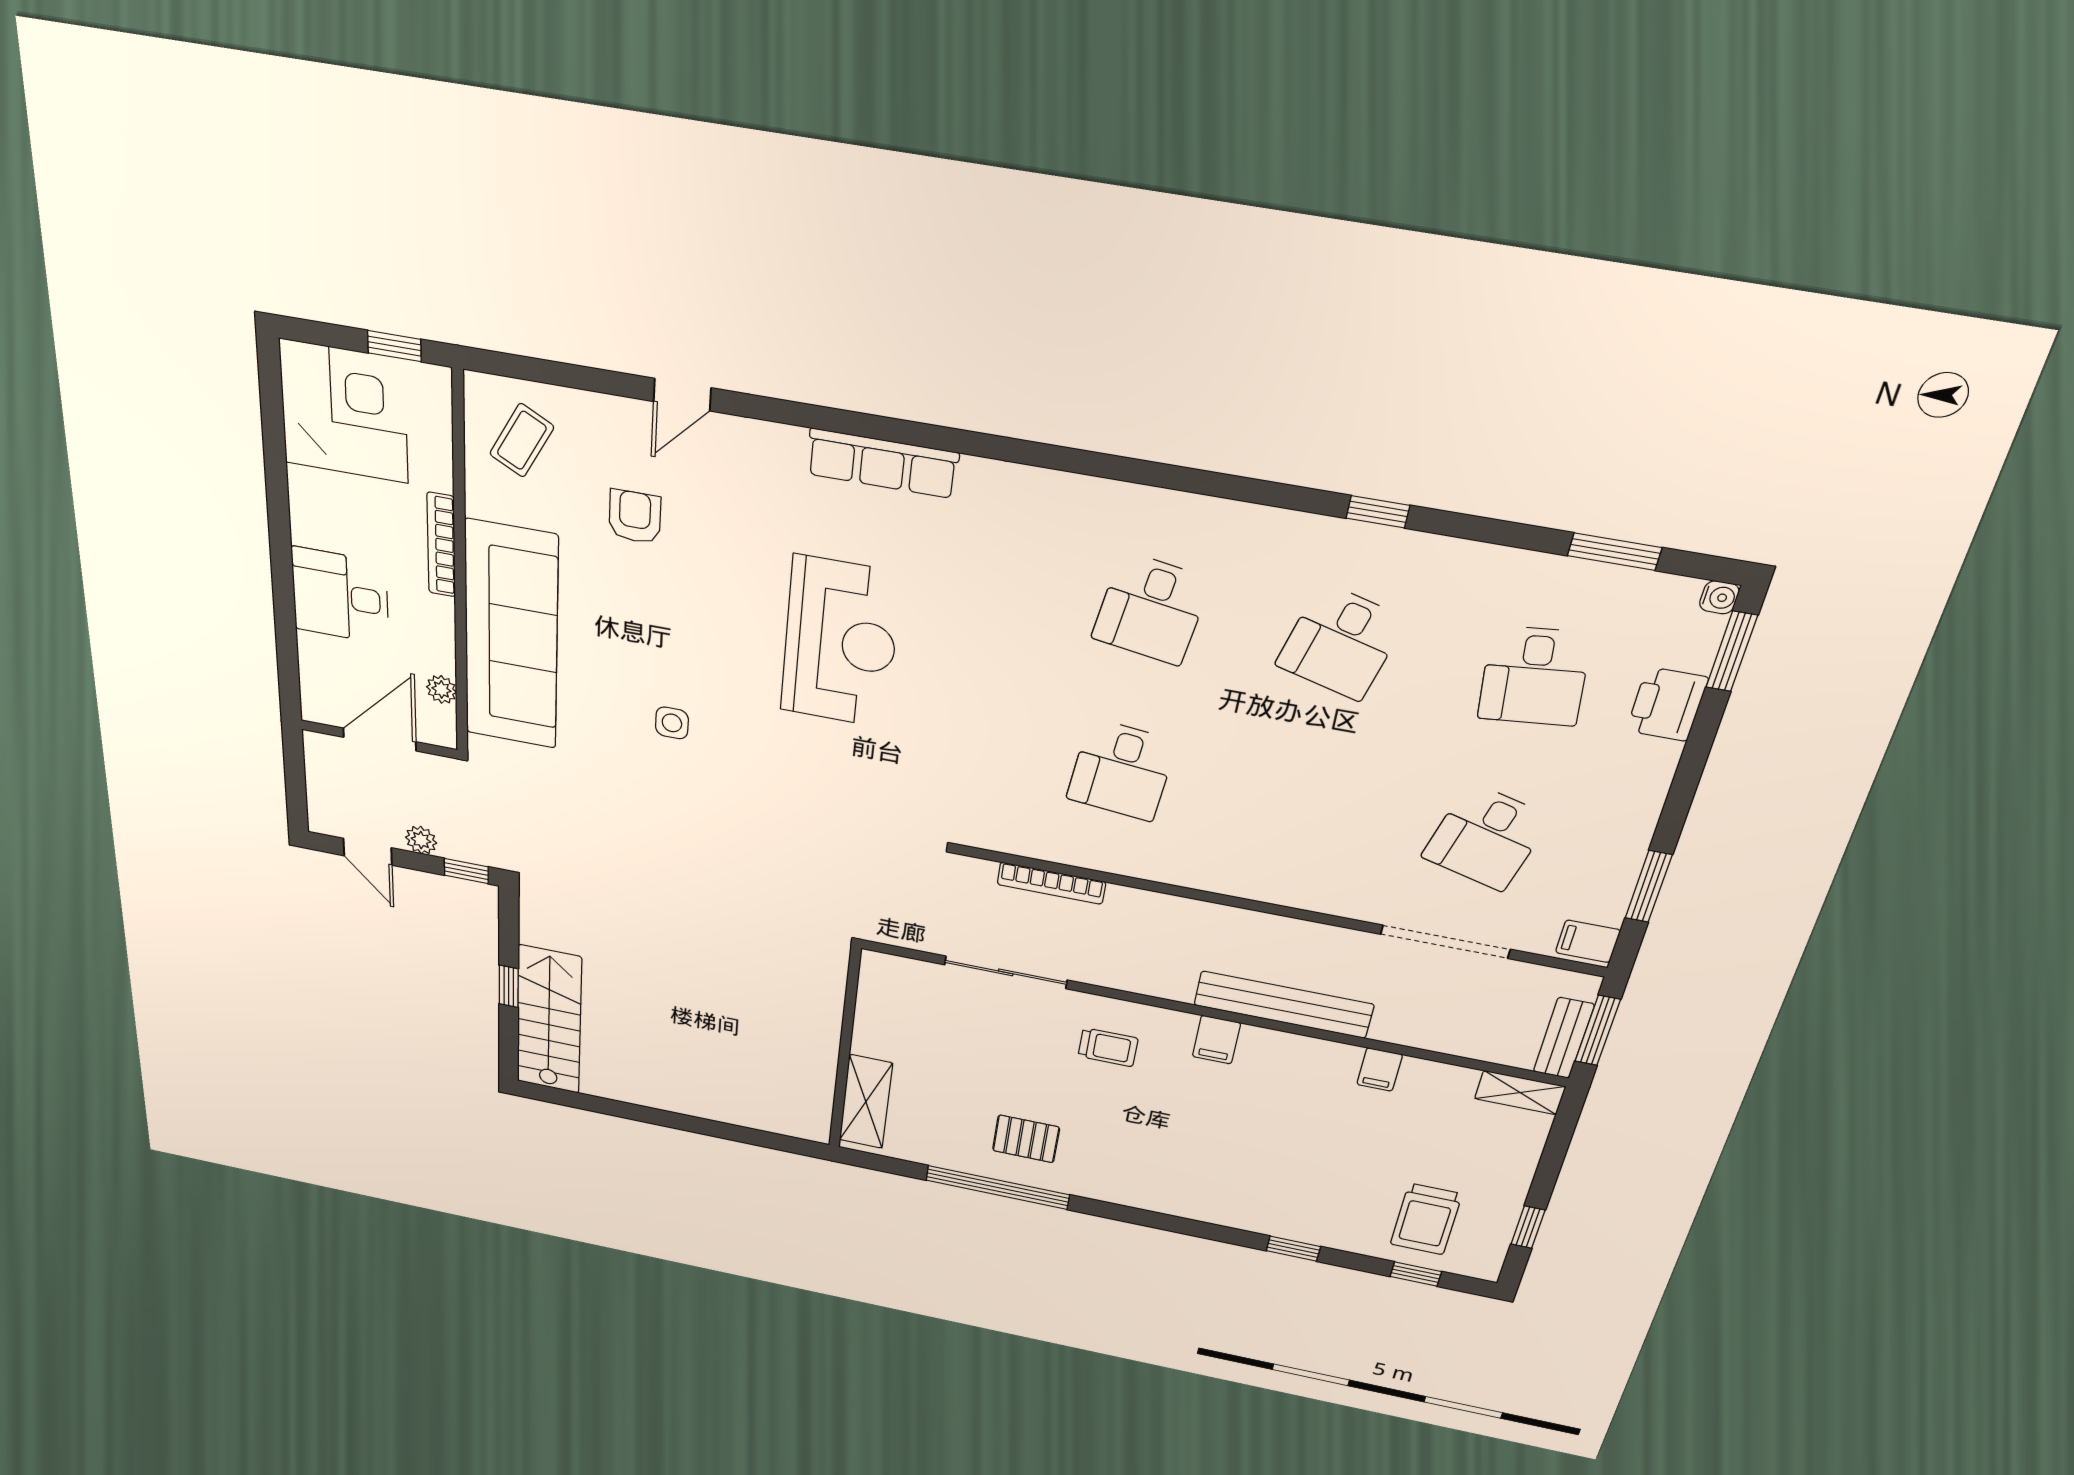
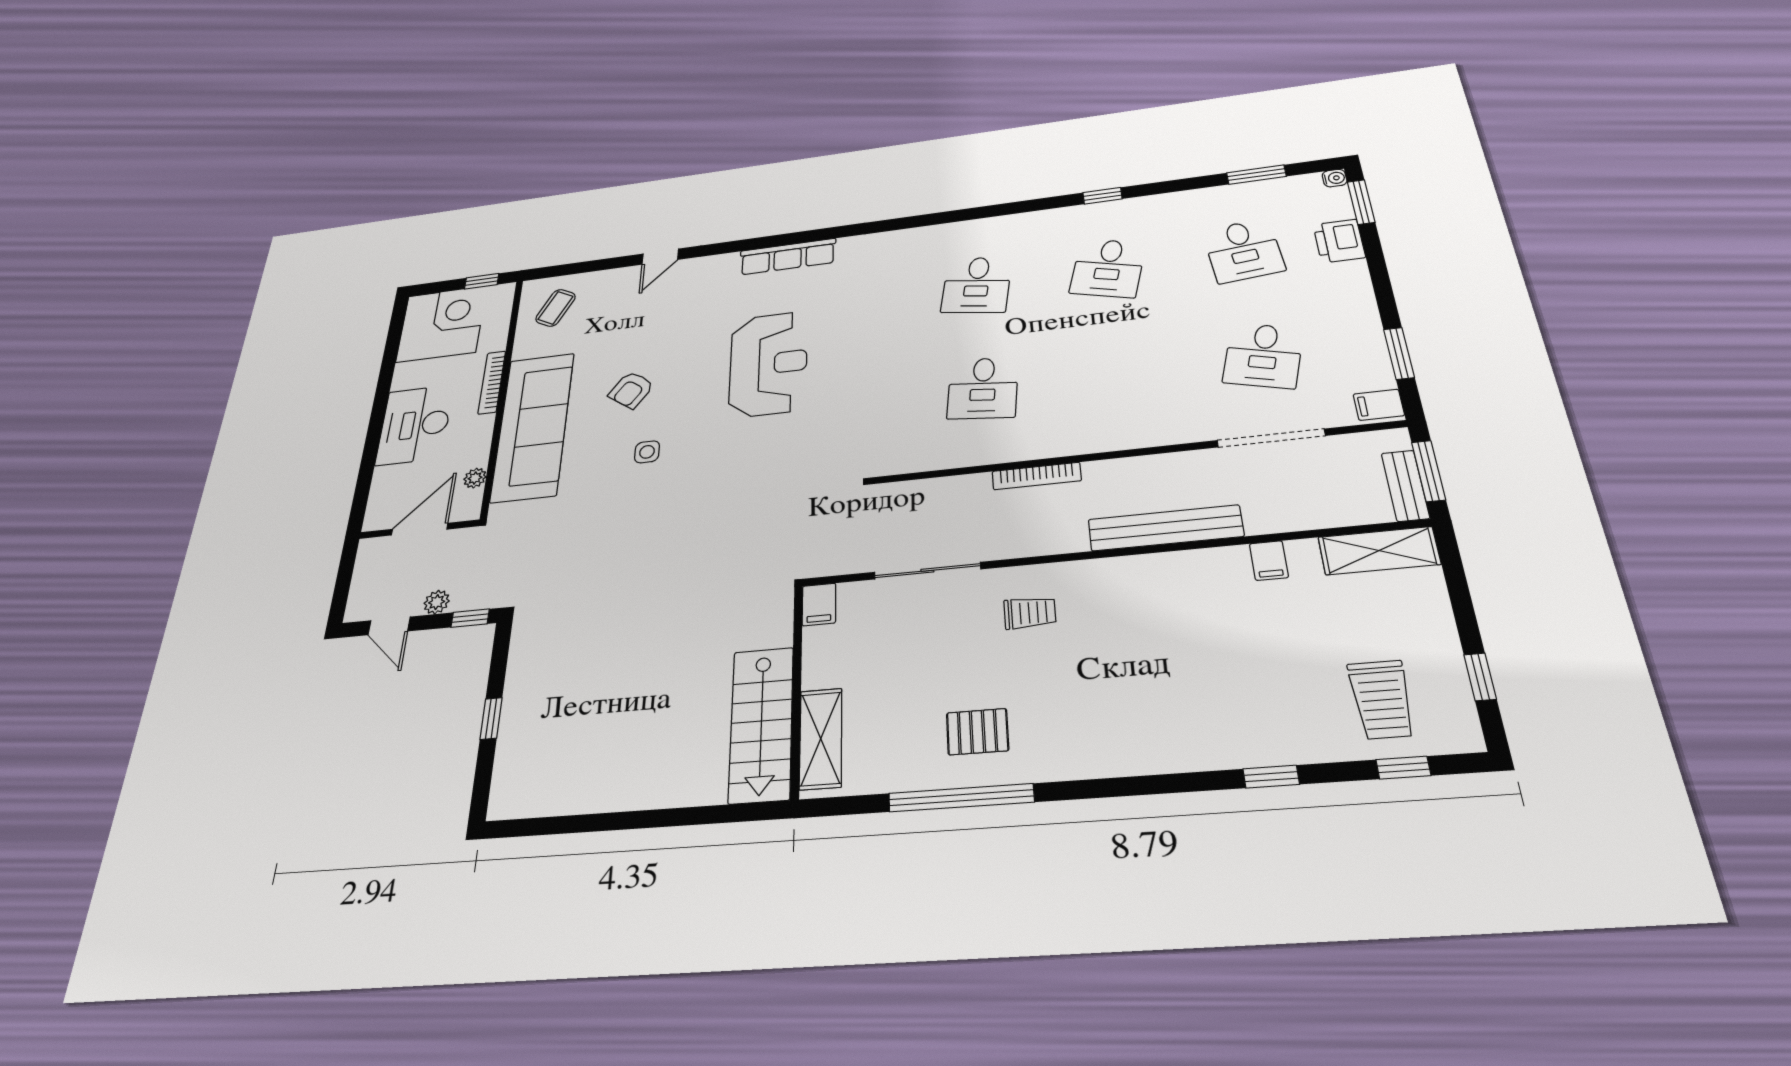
armchair: (635, 517) -> (631, 390), moved, turned -144
desk: (340, 596) -> (415, 425), width x1.37
bookcase: (1051, 883) -> (1037, 476), moved
stairs: (549, 1020) -> (761, 724), moved, turned 180
filing cabinet: (1216, 1040) -> (819, 604), moved
shelving: (1520, 1093) -> (1379, 551), width x1.50, depth x1.33

